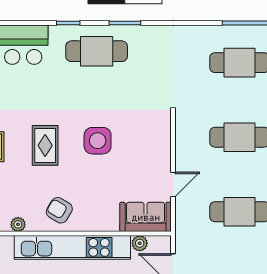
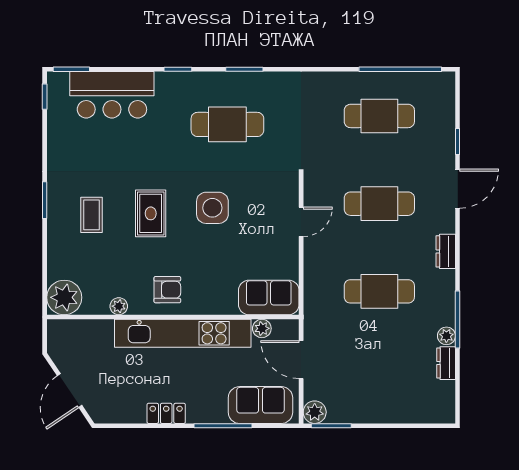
cafe table: (97, 51) -> (227, 124), moved
door: (173, 184) -> (301, 222), moved
armchair: (59, 210) -> (167, 290), turned 149

